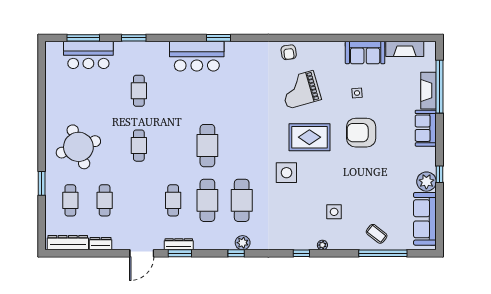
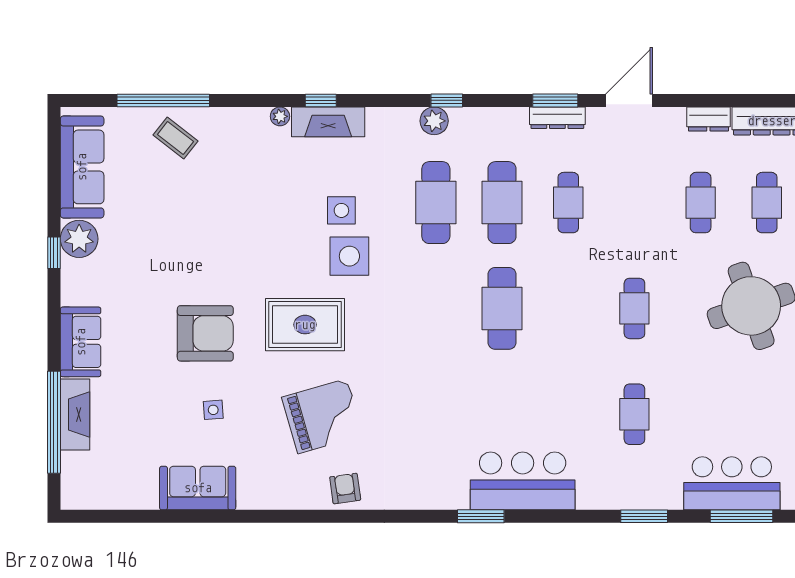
fireplace: (405, 49) -> (328, 122), moved, turned 180
side table: (334, 212) -> (341, 210), moved

